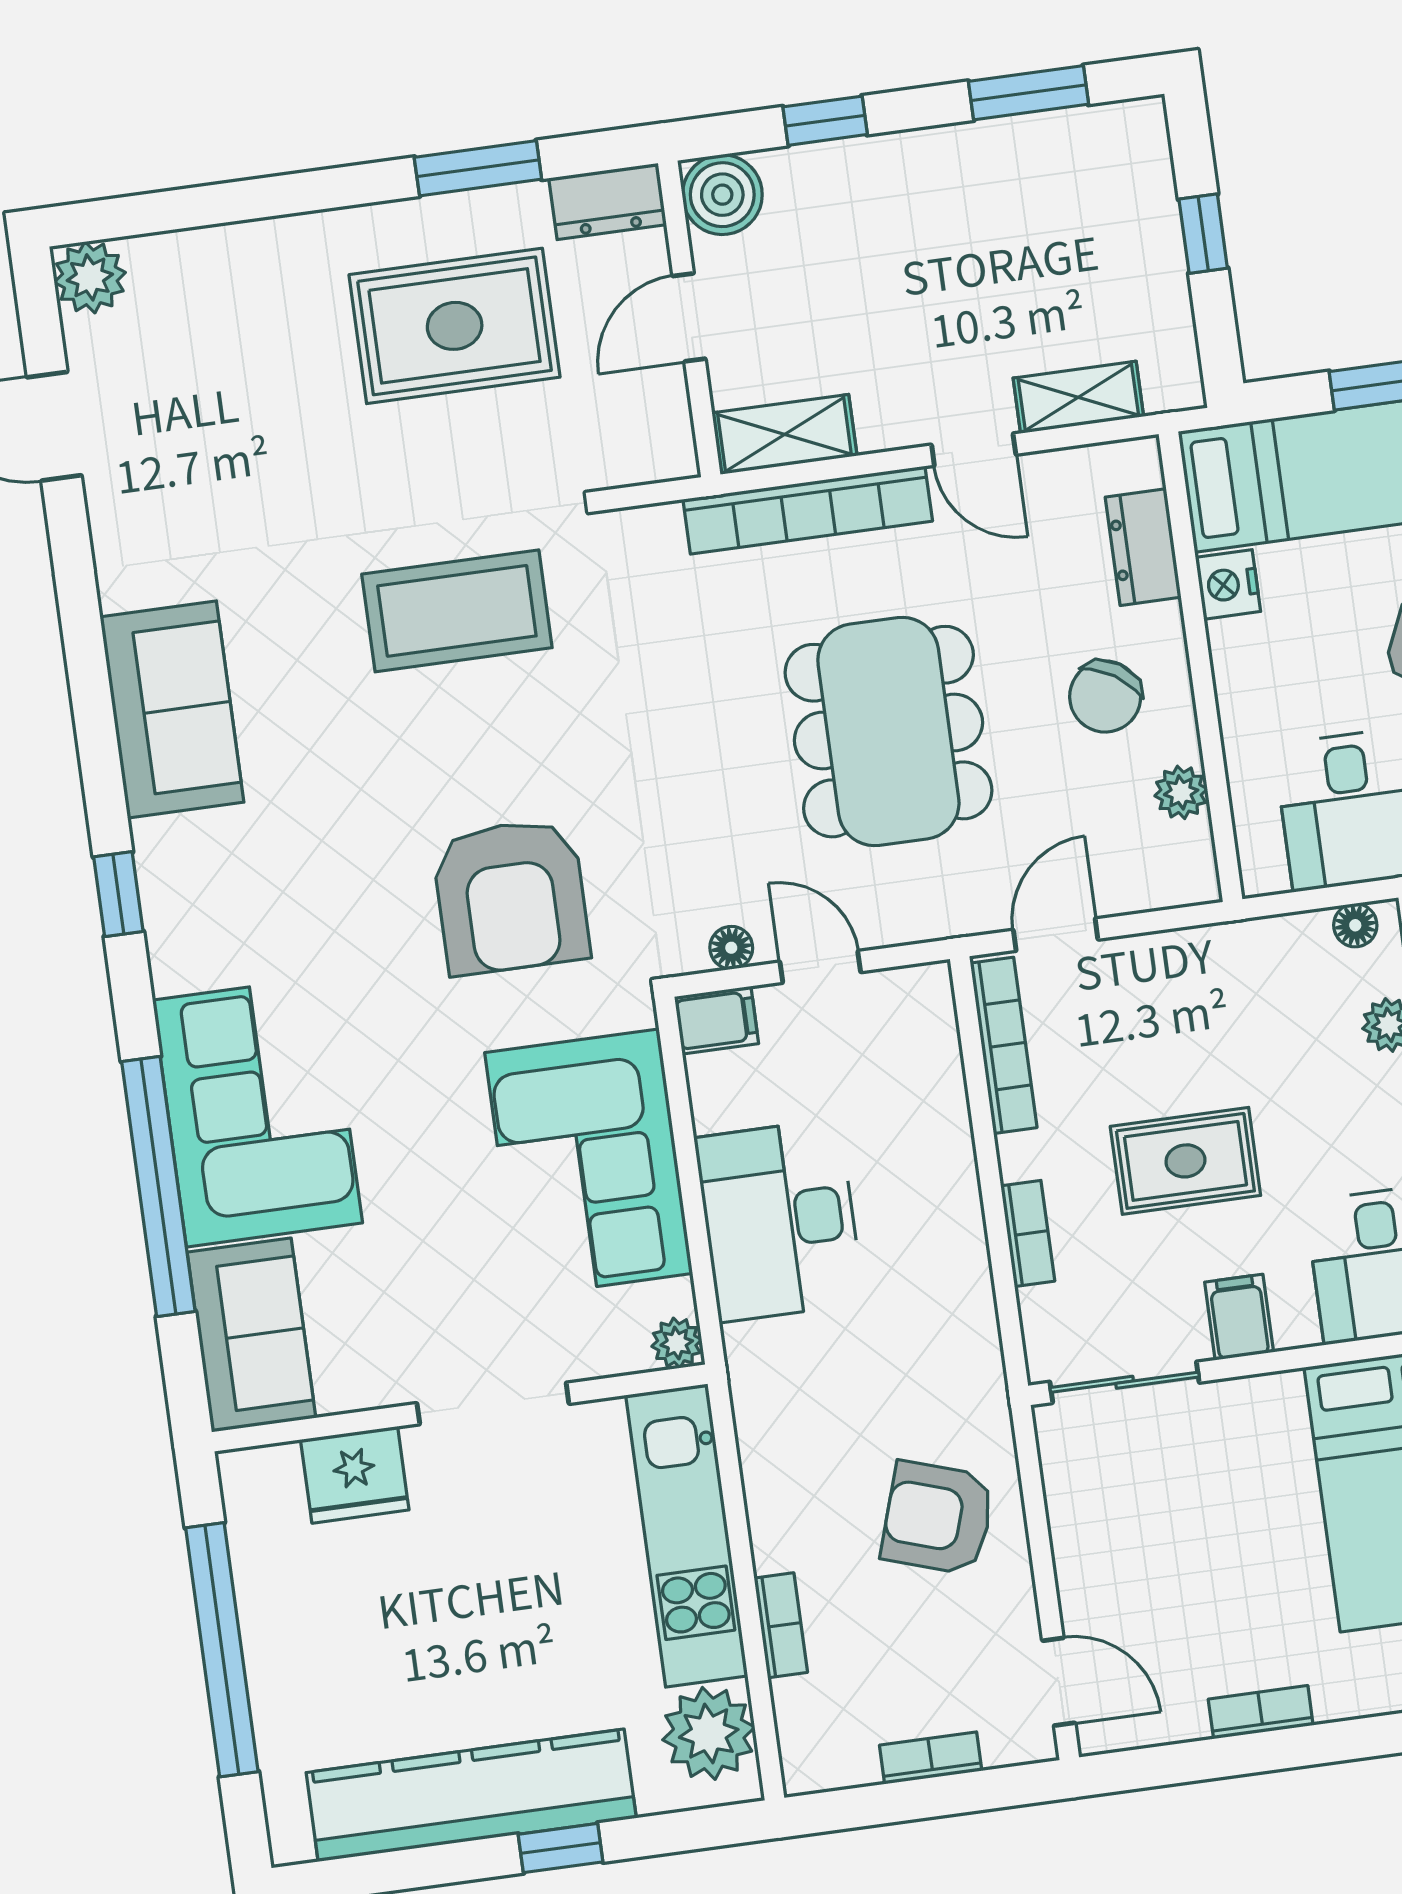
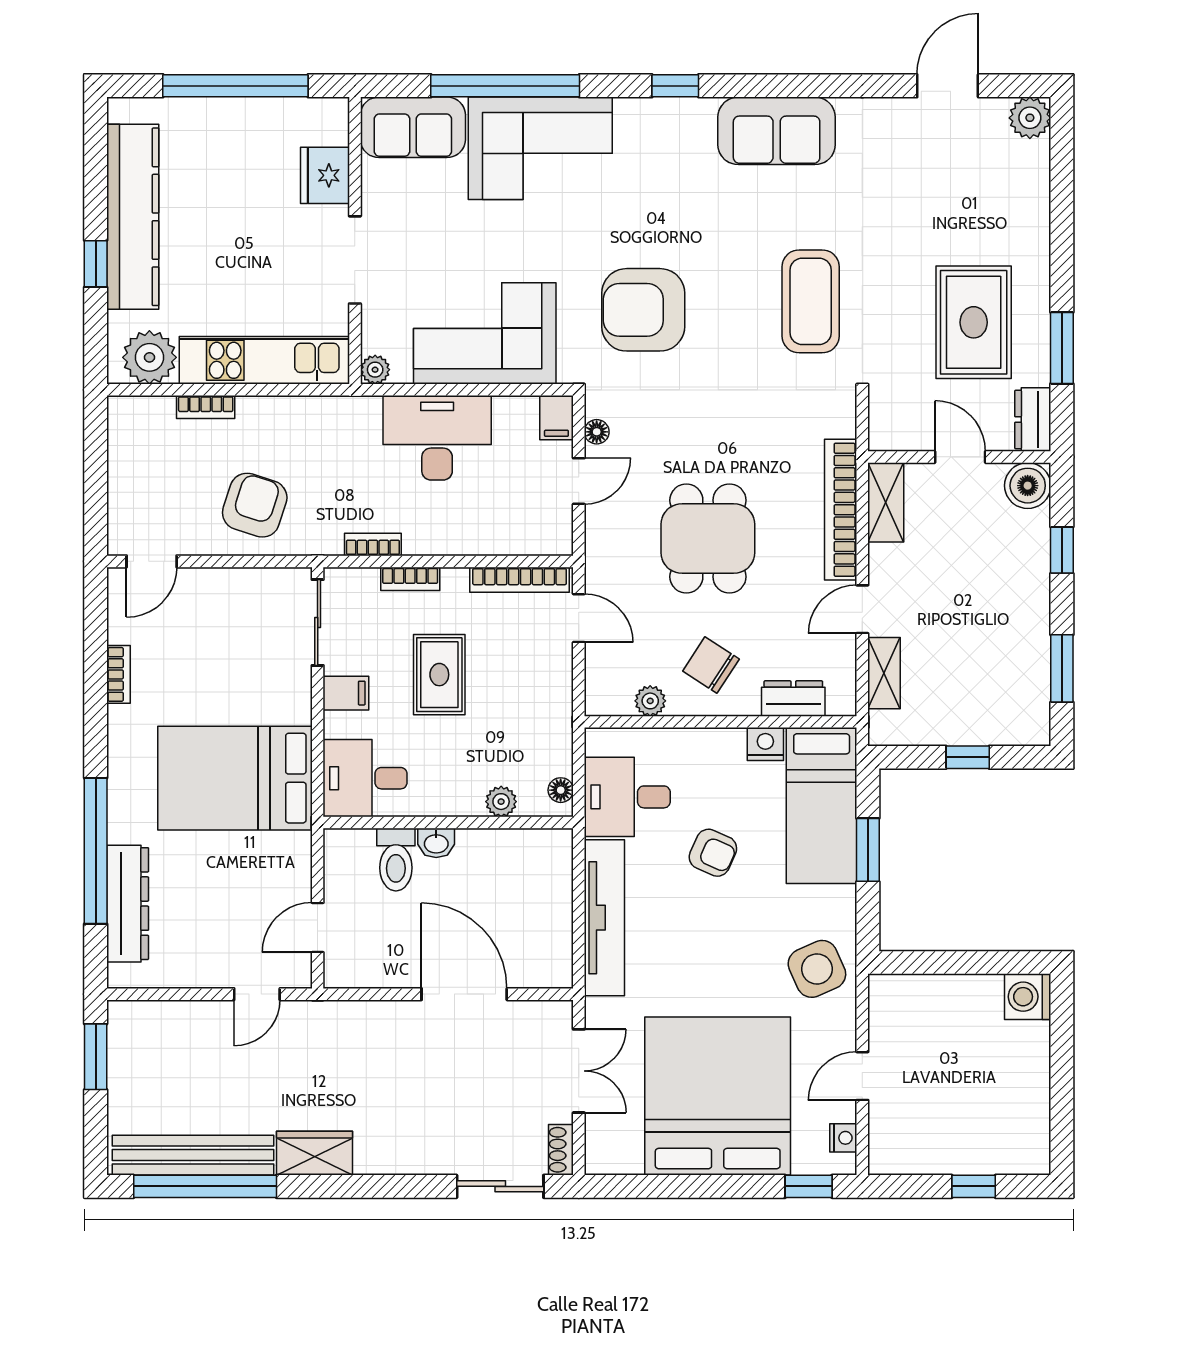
dining table: (888, 732) -> (708, 538), width x0.73
bookcase: (931, 1758) -> (373, 545), moved, turned -90

